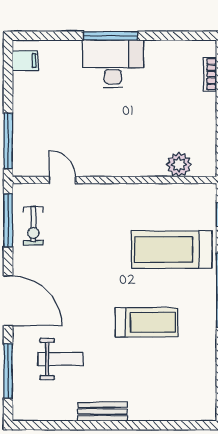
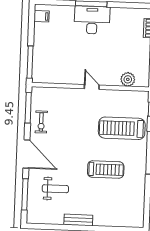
door: (62, 180) -> (92, 87), moved
exercise bike: (33, 226) -> (41, 122), moved

